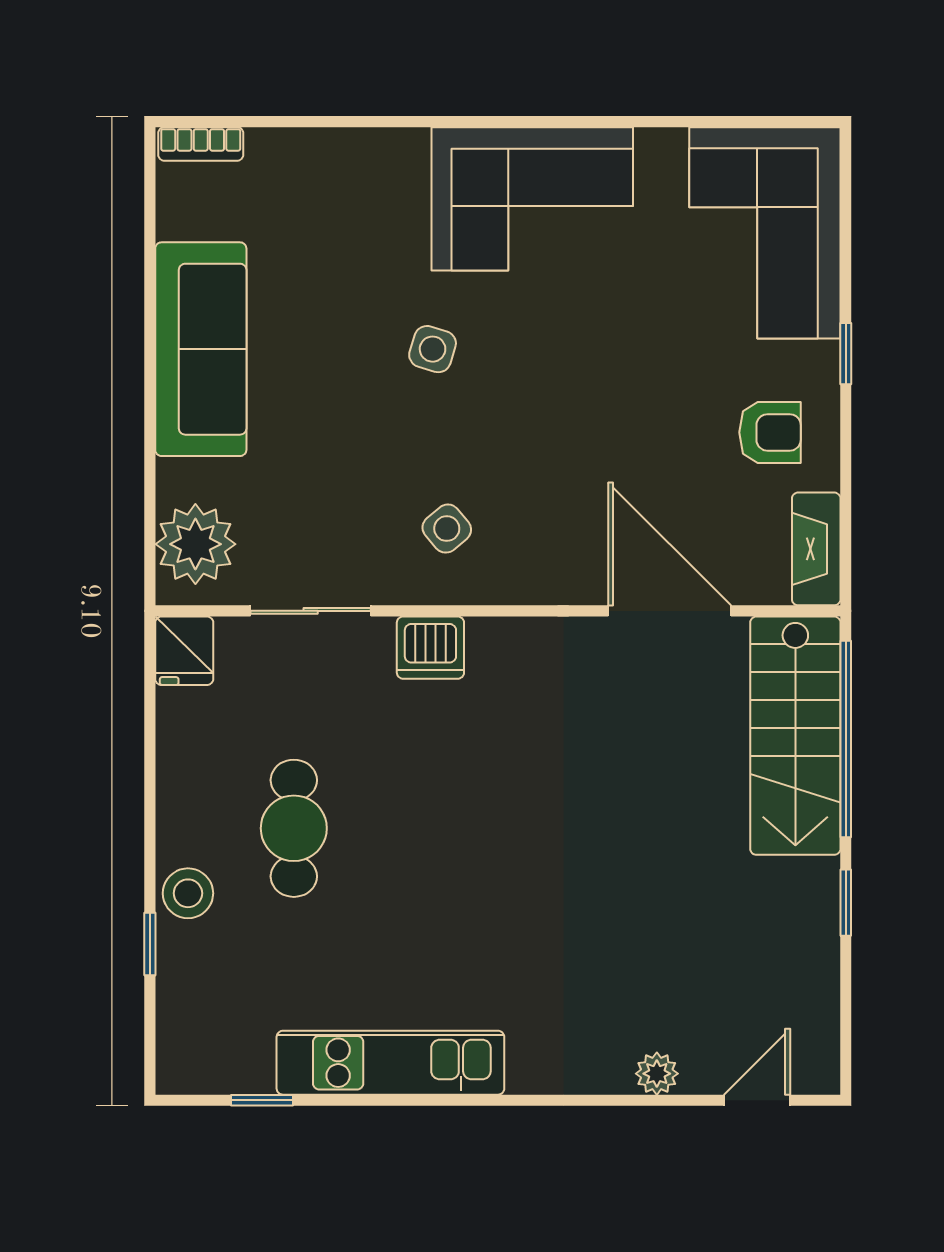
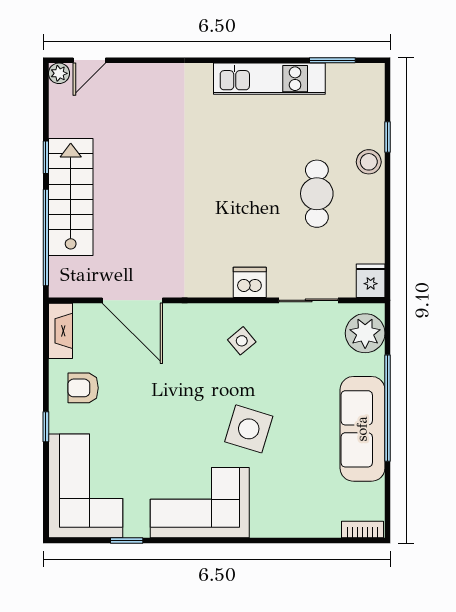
window: (681, 122) -> (127, 541), added
side table: (433, 349) -> (249, 429), width x1.87, depth x1.87
window: (150, 392) -> (387, 408), added
stairs: (795, 736) -> (71, 197), moved
plant: (657, 1074) -> (59, 73), moved
window: (262, 1100) -> (332, 60), width x1.50

